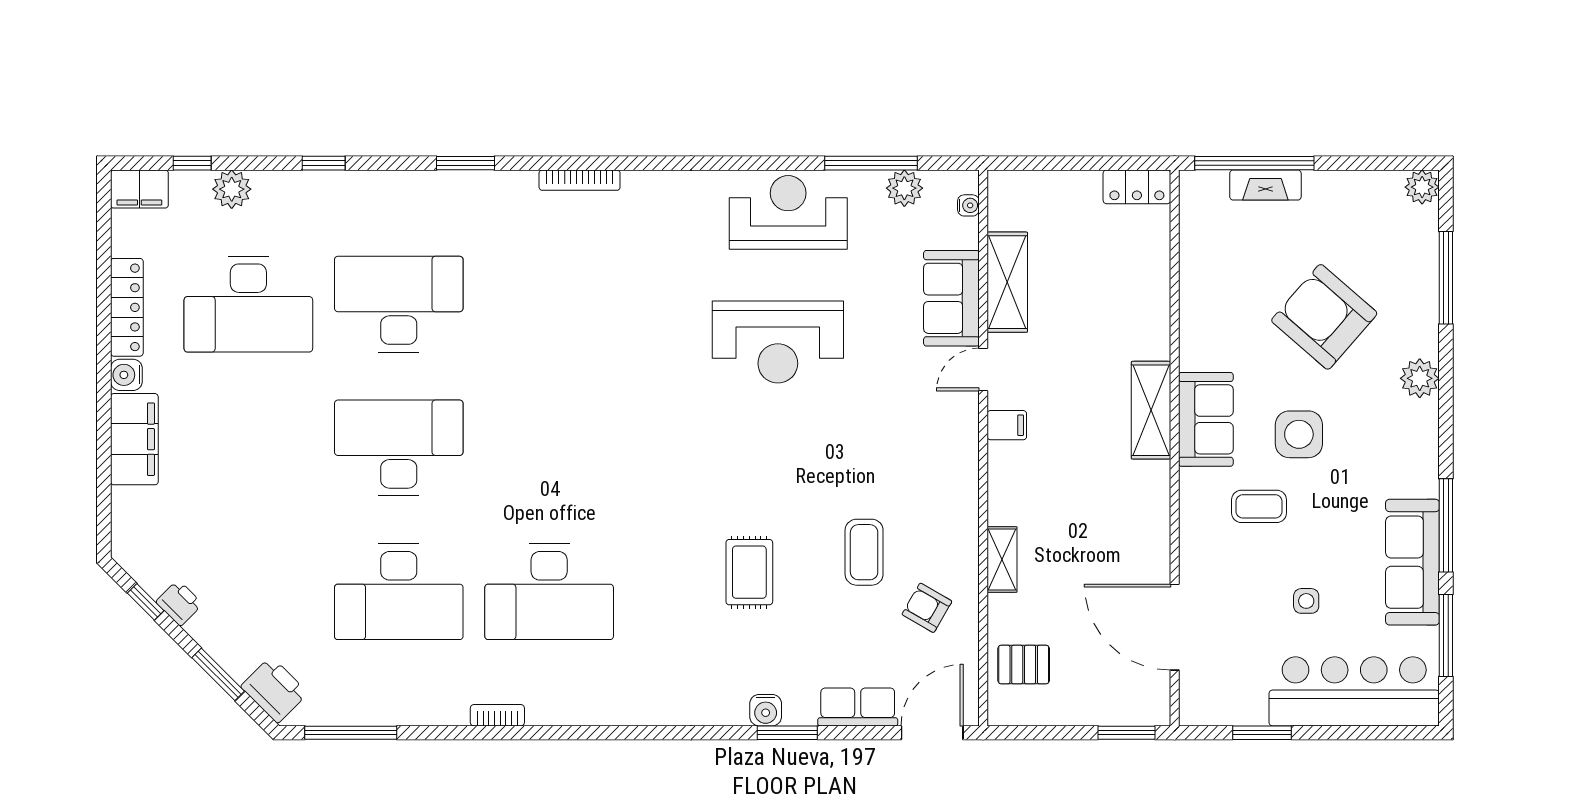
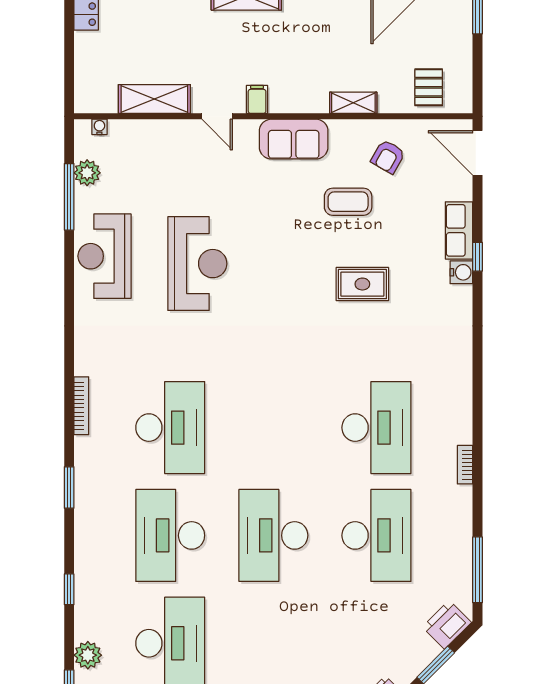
sofa: (951, 298) -> (294, 139), moved
desk: (549, 304) -> (170, 428), added
row of seats: (858, 707) -> (459, 230), moved
window: (787, 733) -> (478, 257), width x0.67

